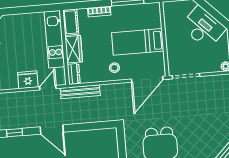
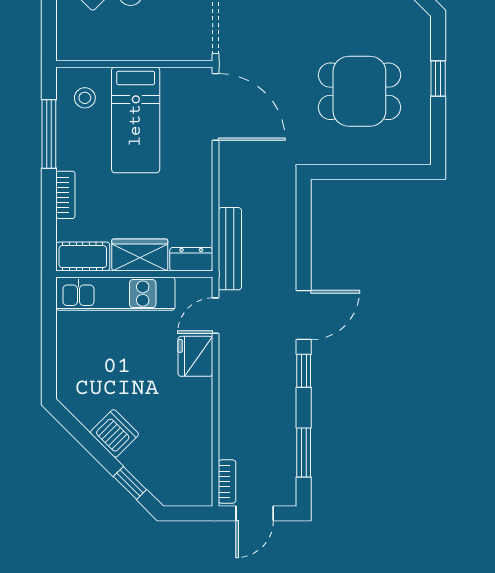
stool: (114, 68) -> (85, 98), moved
door: (48, 88) -> (215, 316), hinge flipped
window: (15, 133) -> (304, 371), moved

